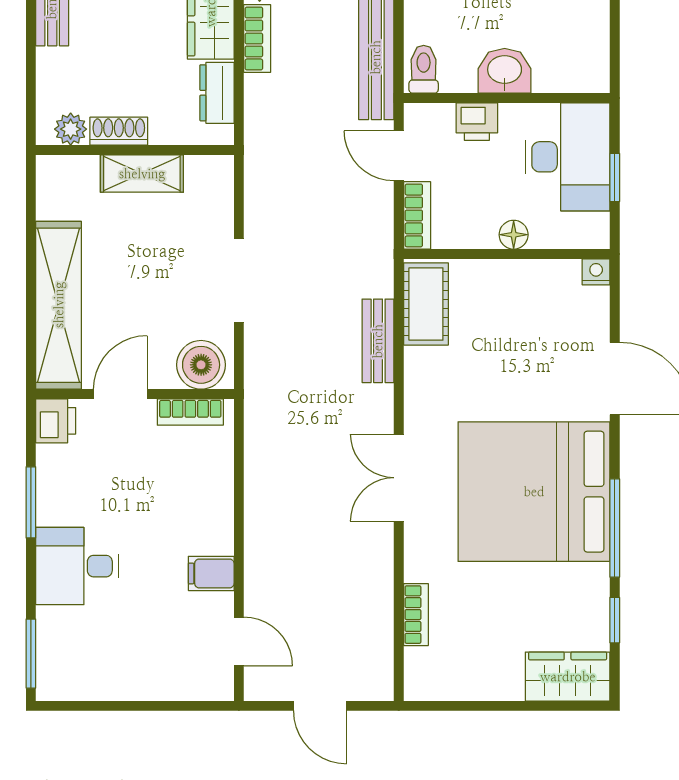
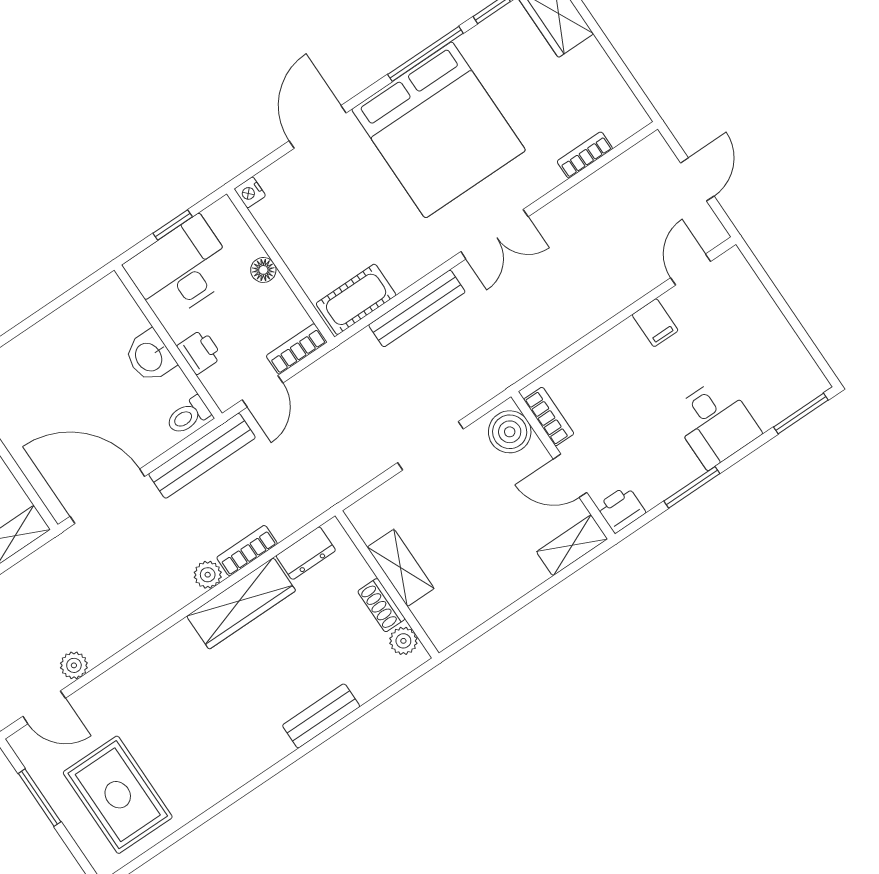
shelving: (59, 305) -> (572, 545), width x0.45, depth x0.75
bench: (378, 341) -> (417, 309), width x1.36

